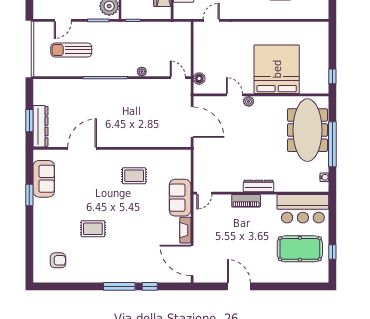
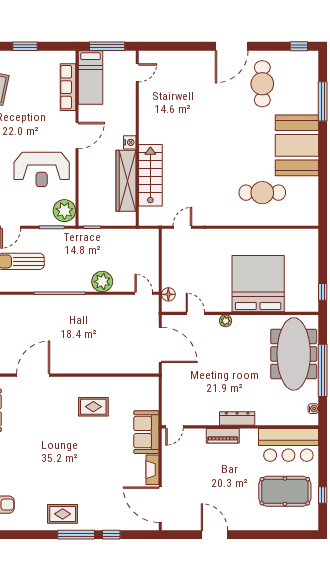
plant: (142, 72) -> (102, 282), width x1.88, depth x1.88
door: (234, 95) -> (195, 313), moved
rug: (93, 229) -> (63, 514), moved

